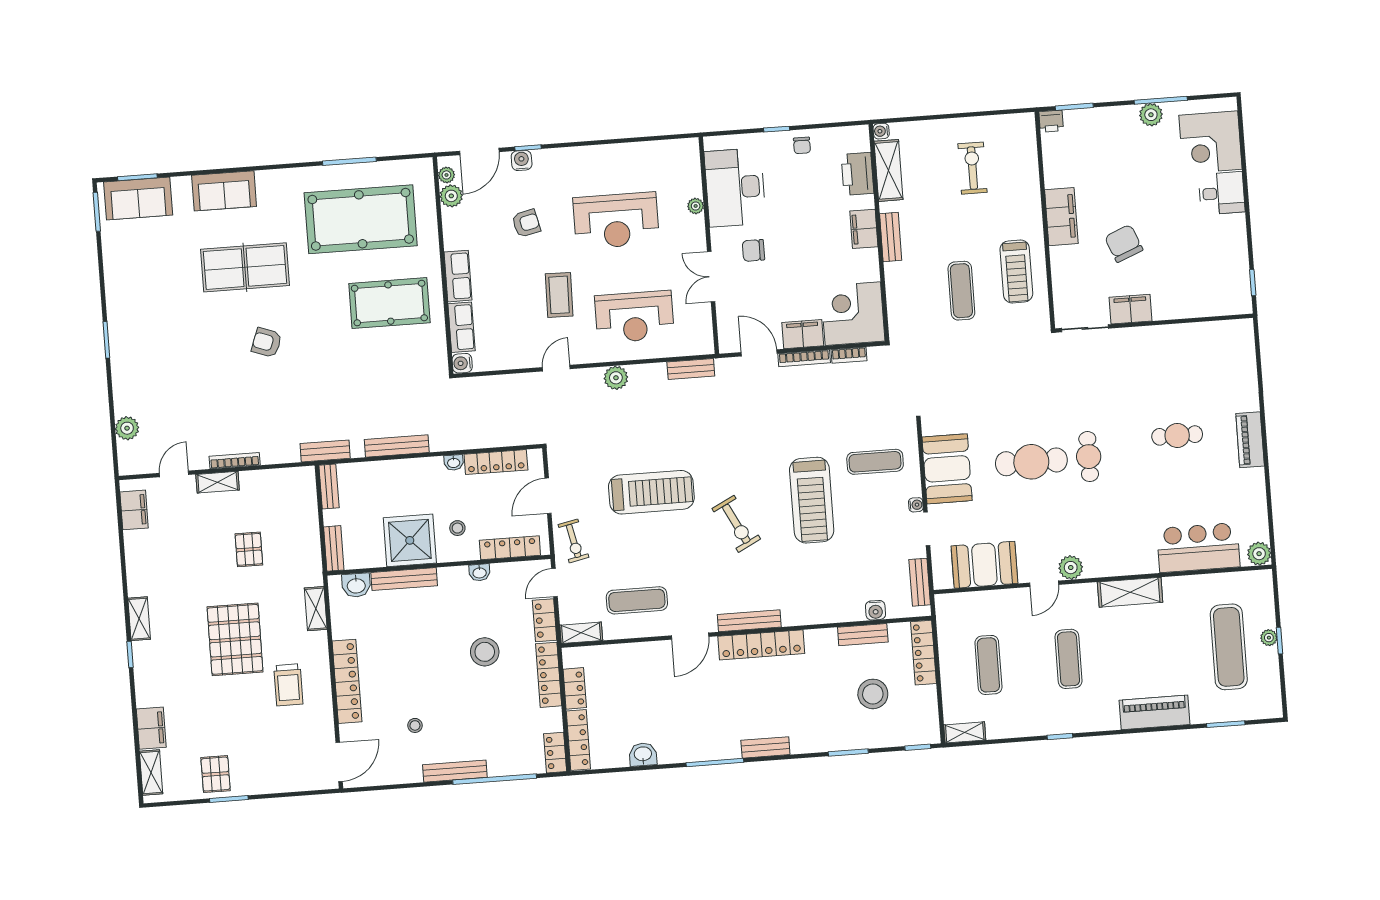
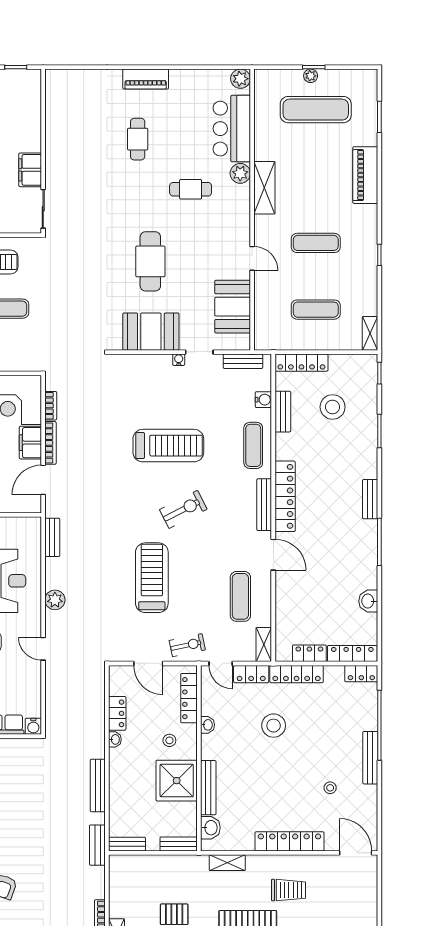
cafe table: (1089, 457) -> (191, 189), moved
locker: (496, 462) -> (117, 713), width x0.66
exercise mat: (875, 462) -> (253, 445), moved
plant: (1071, 568) -> (240, 173), moved

